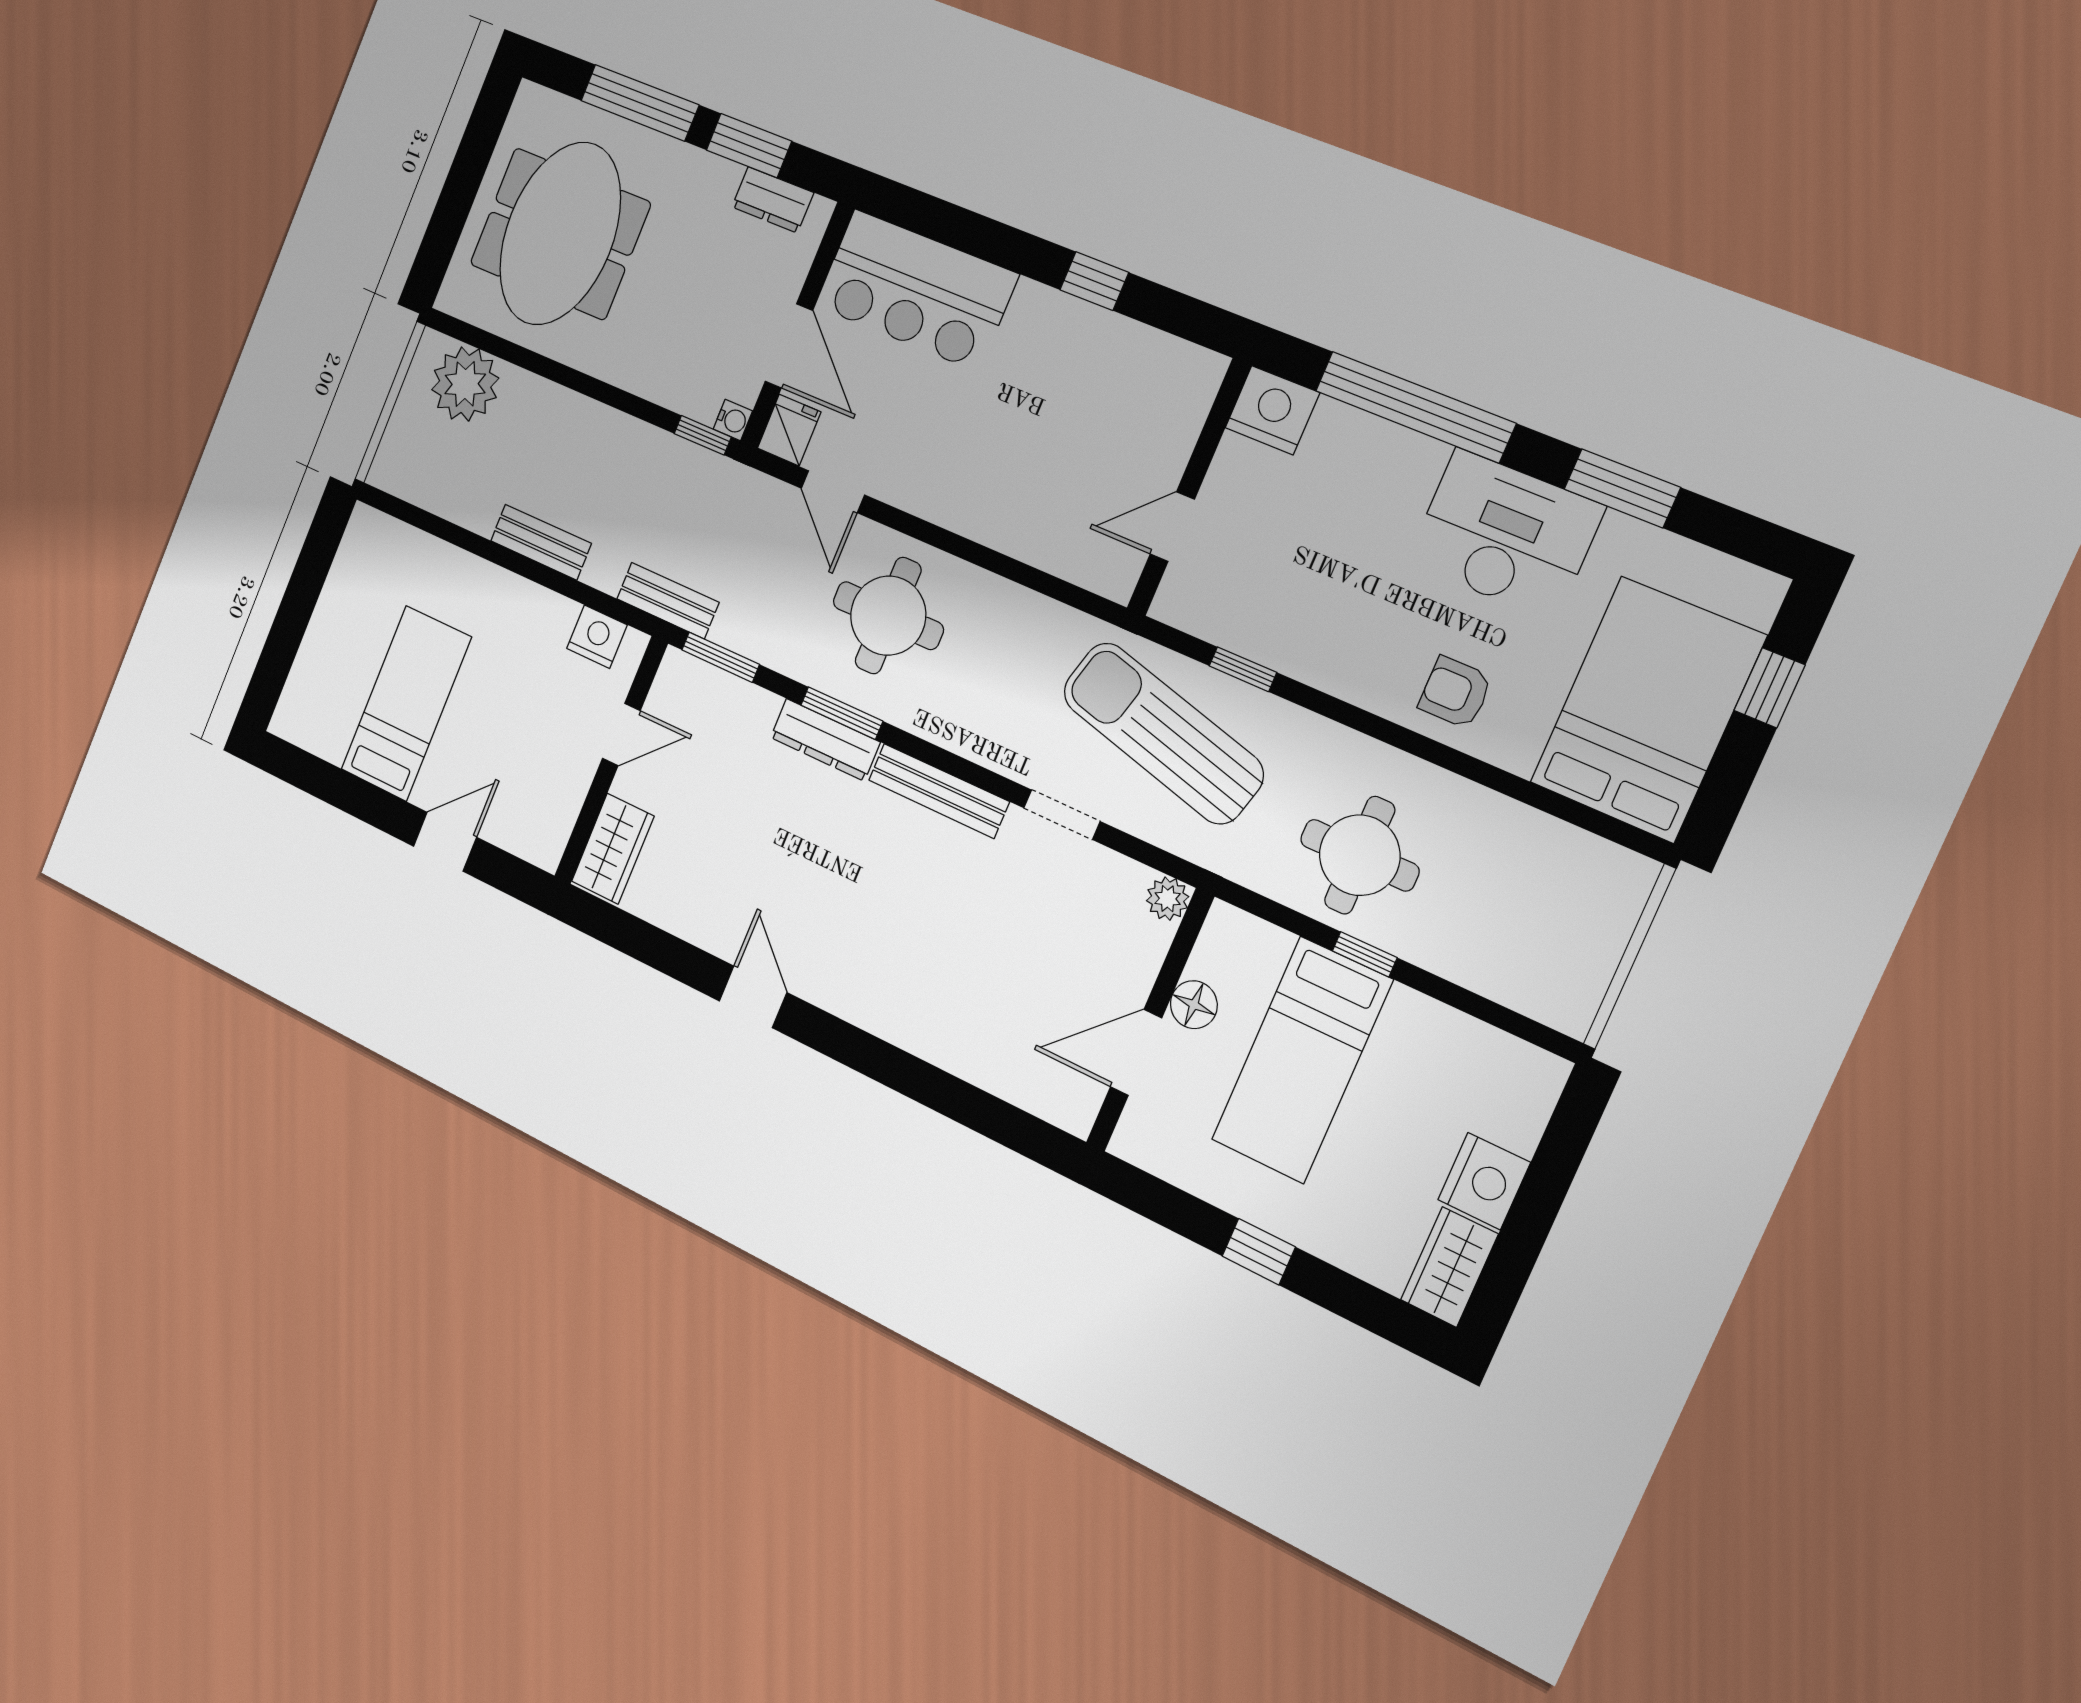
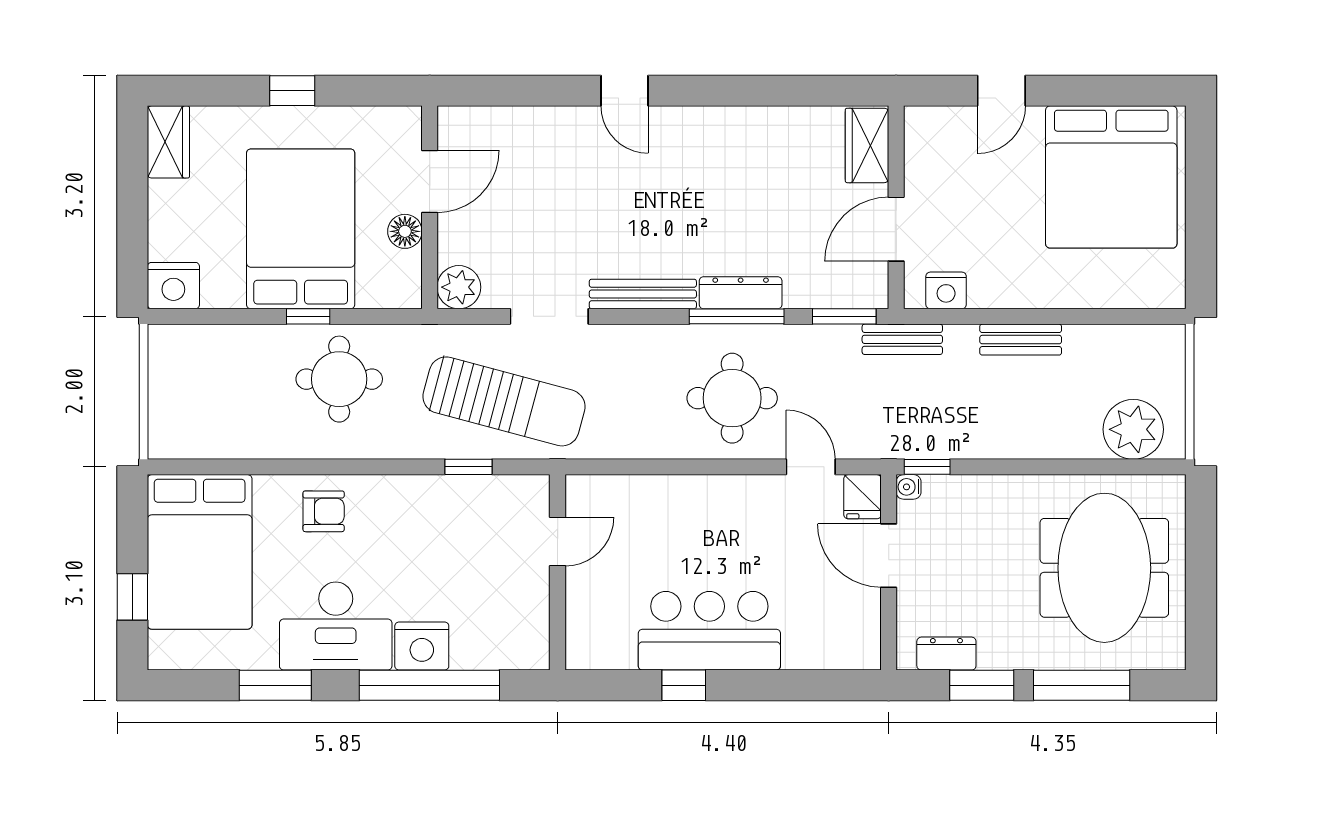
bar counter: (916, 290) -> (709, 631), moved
nightstand: (1272, 410) -> (422, 646), moved
bed: (406, 703) -> (1111, 177), width x2.04
window: (842, 713) -> (737, 316), width x1.44
door: (621, 734) -> (896, 229), width x1.38
doorway: (1062, 815) -> (549, 316), width x1.38
plant: (1168, 899) -> (459, 287), width x1.38, depth x1.38
door: (753, 997) -> (624, 91), moved
bed: (1302, 1060) -> (301, 229), width x1.50
nightstand: (1484, 1181) -> (173, 286), moved, turned -90

